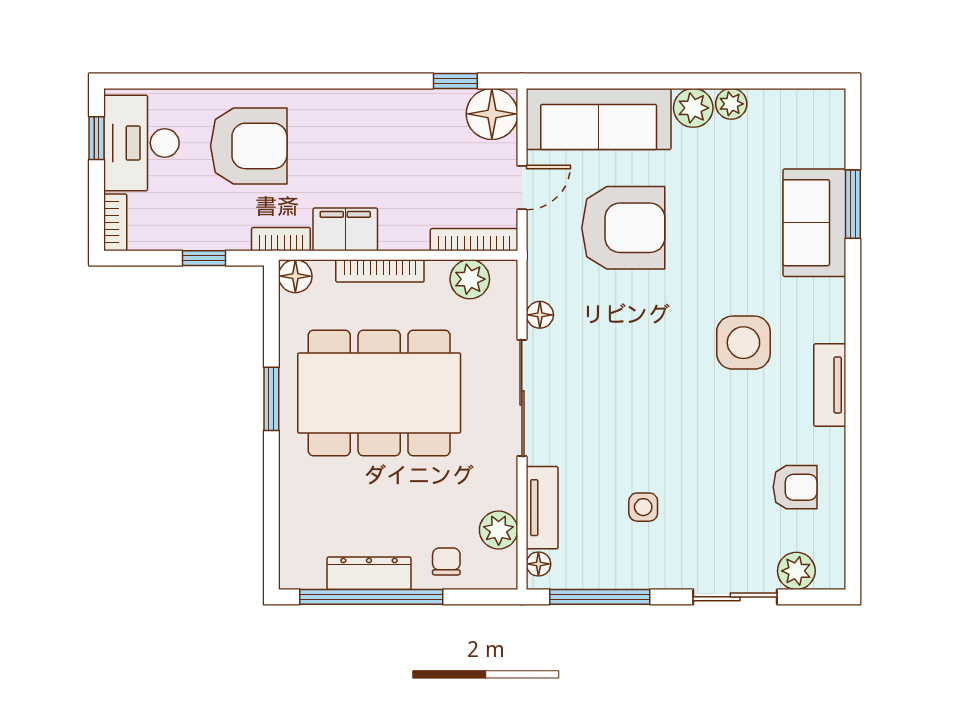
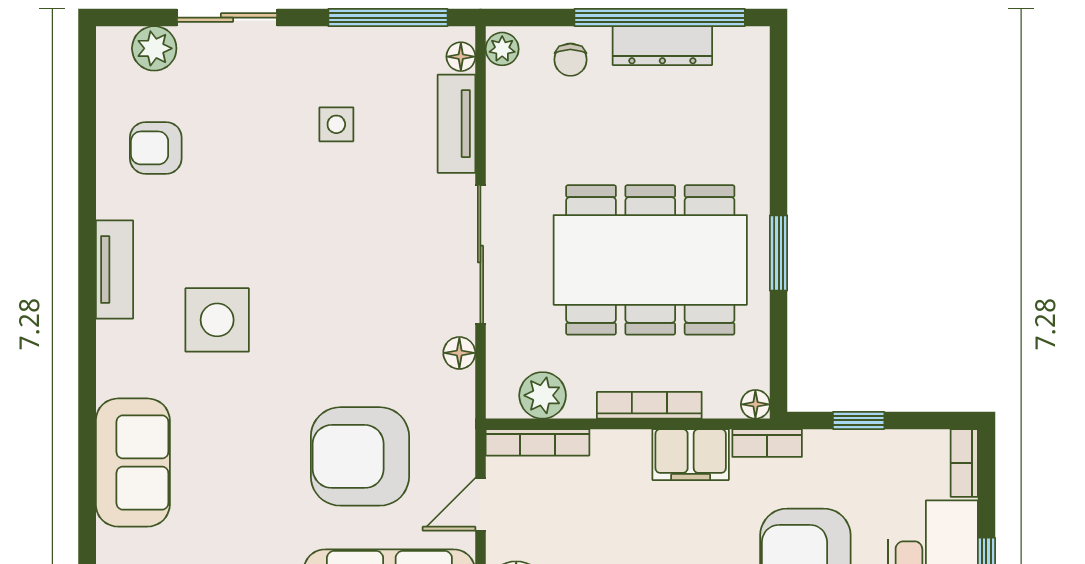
window: (853, 204) -> (87, 485), removed
floor lamp: (295, 276) -> (755, 404), width x0.73, depth x0.73
plant: (499, 530) -> (502, 49), moved, width x0.73, depth x0.73

